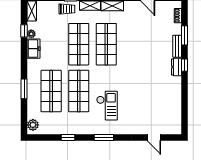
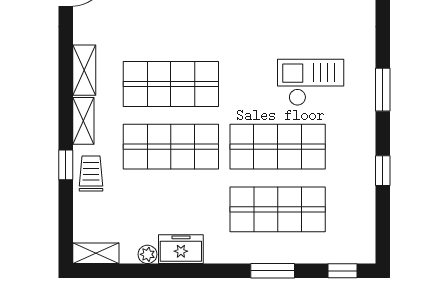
window: (24, 31) -> (343, 271), moved
plant: (33, 125) -> (354, 251), removed

